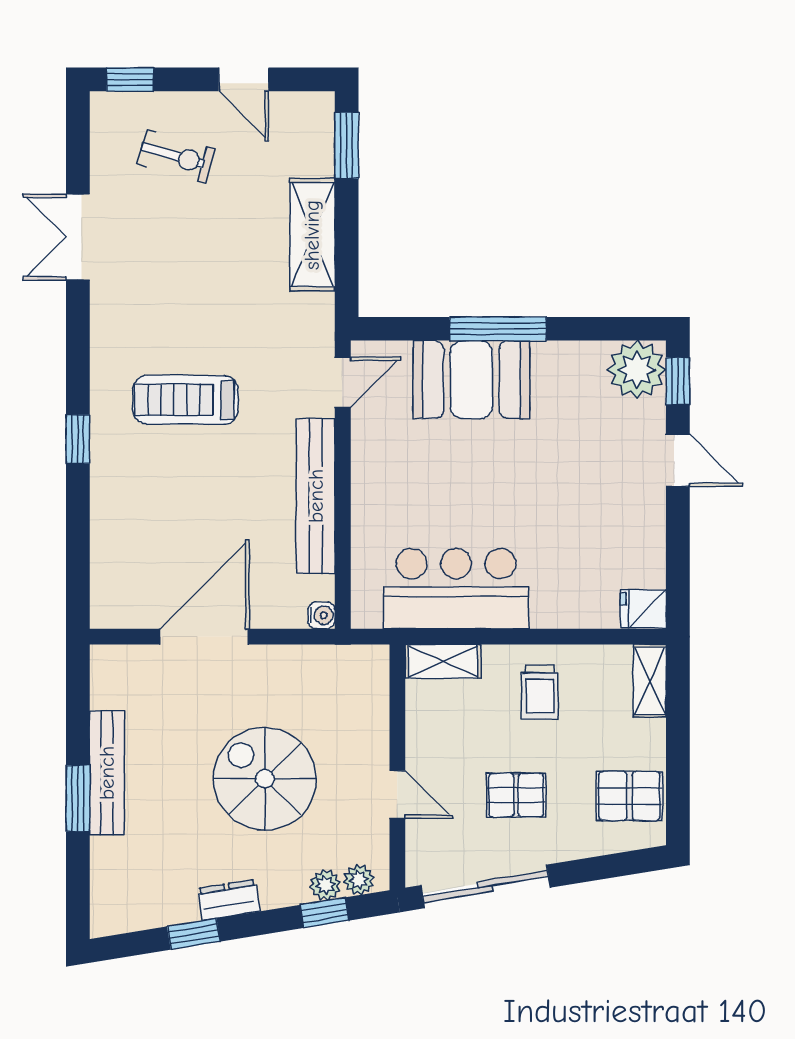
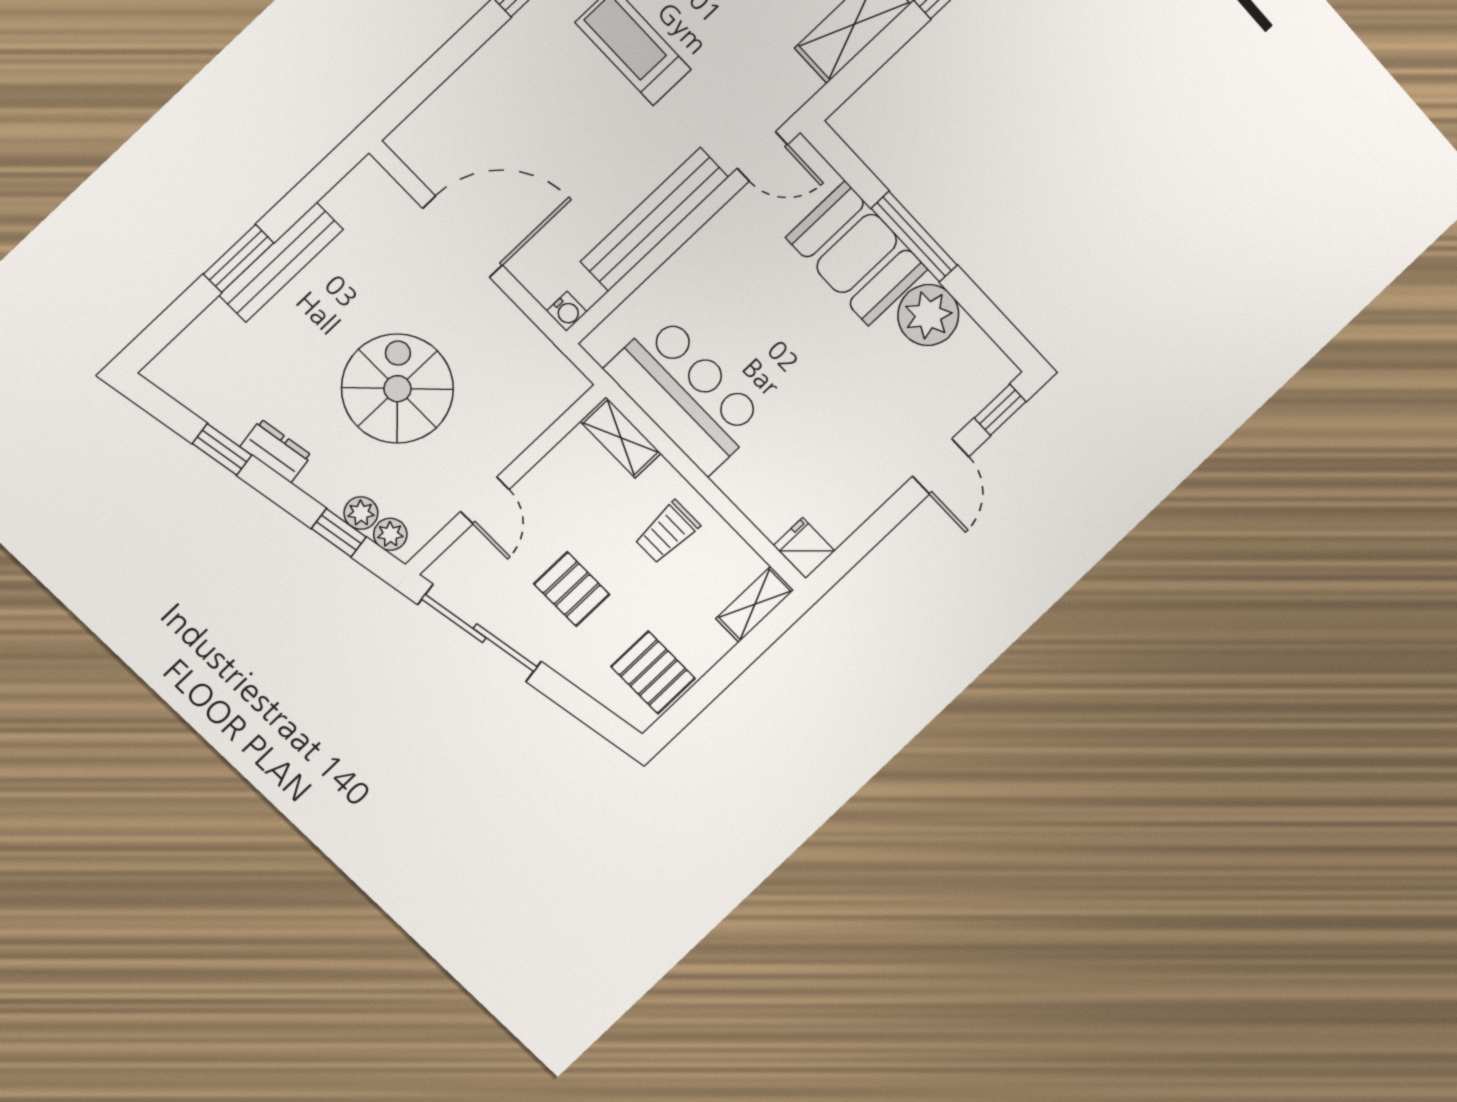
plant: (637, 370) -> (928, 315), moved

